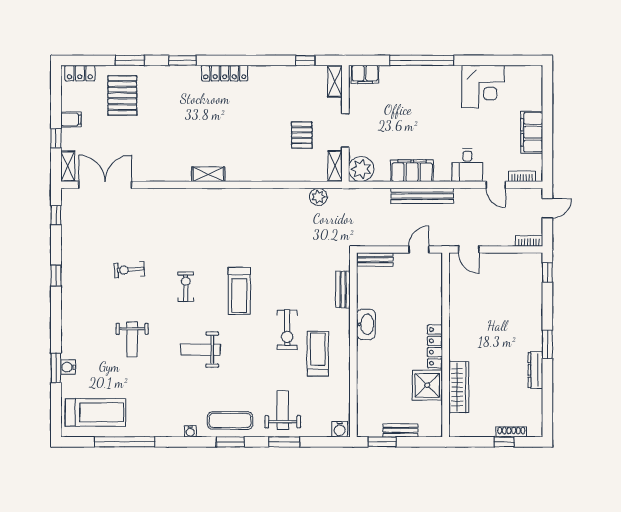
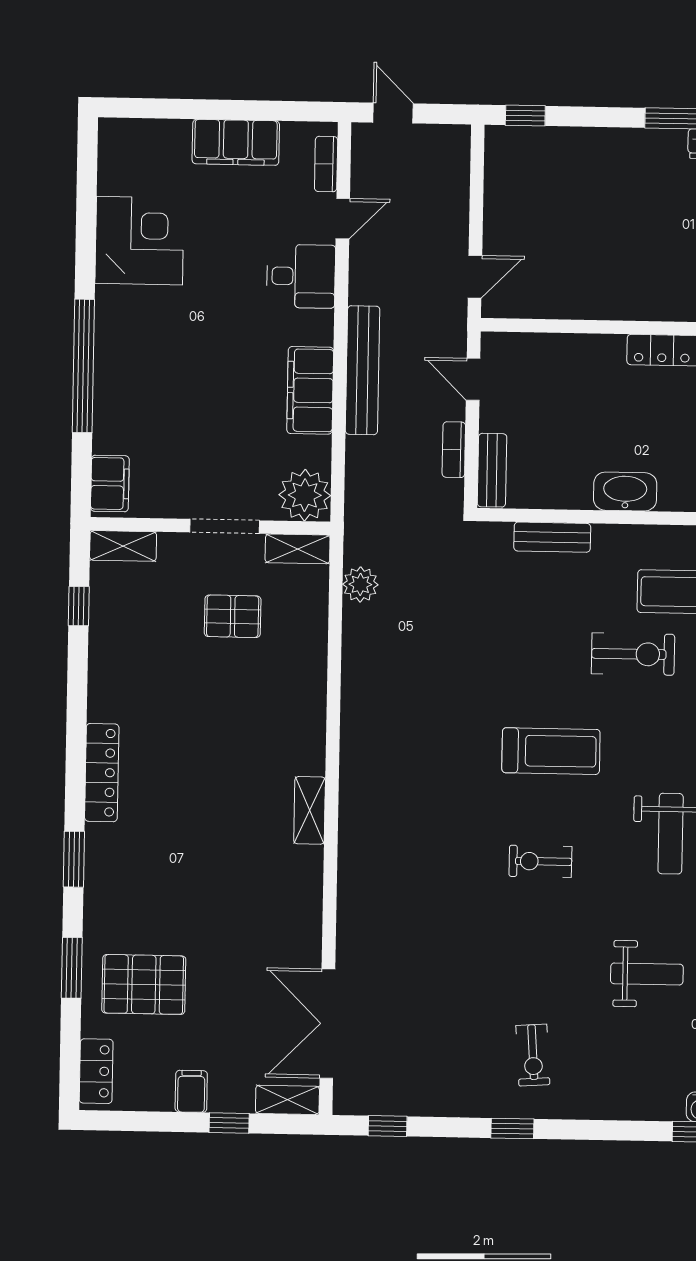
bookcase: (529, 241) -> (454, 450), moved
exercise bike: (129, 270) -> (533, 1055), moved

